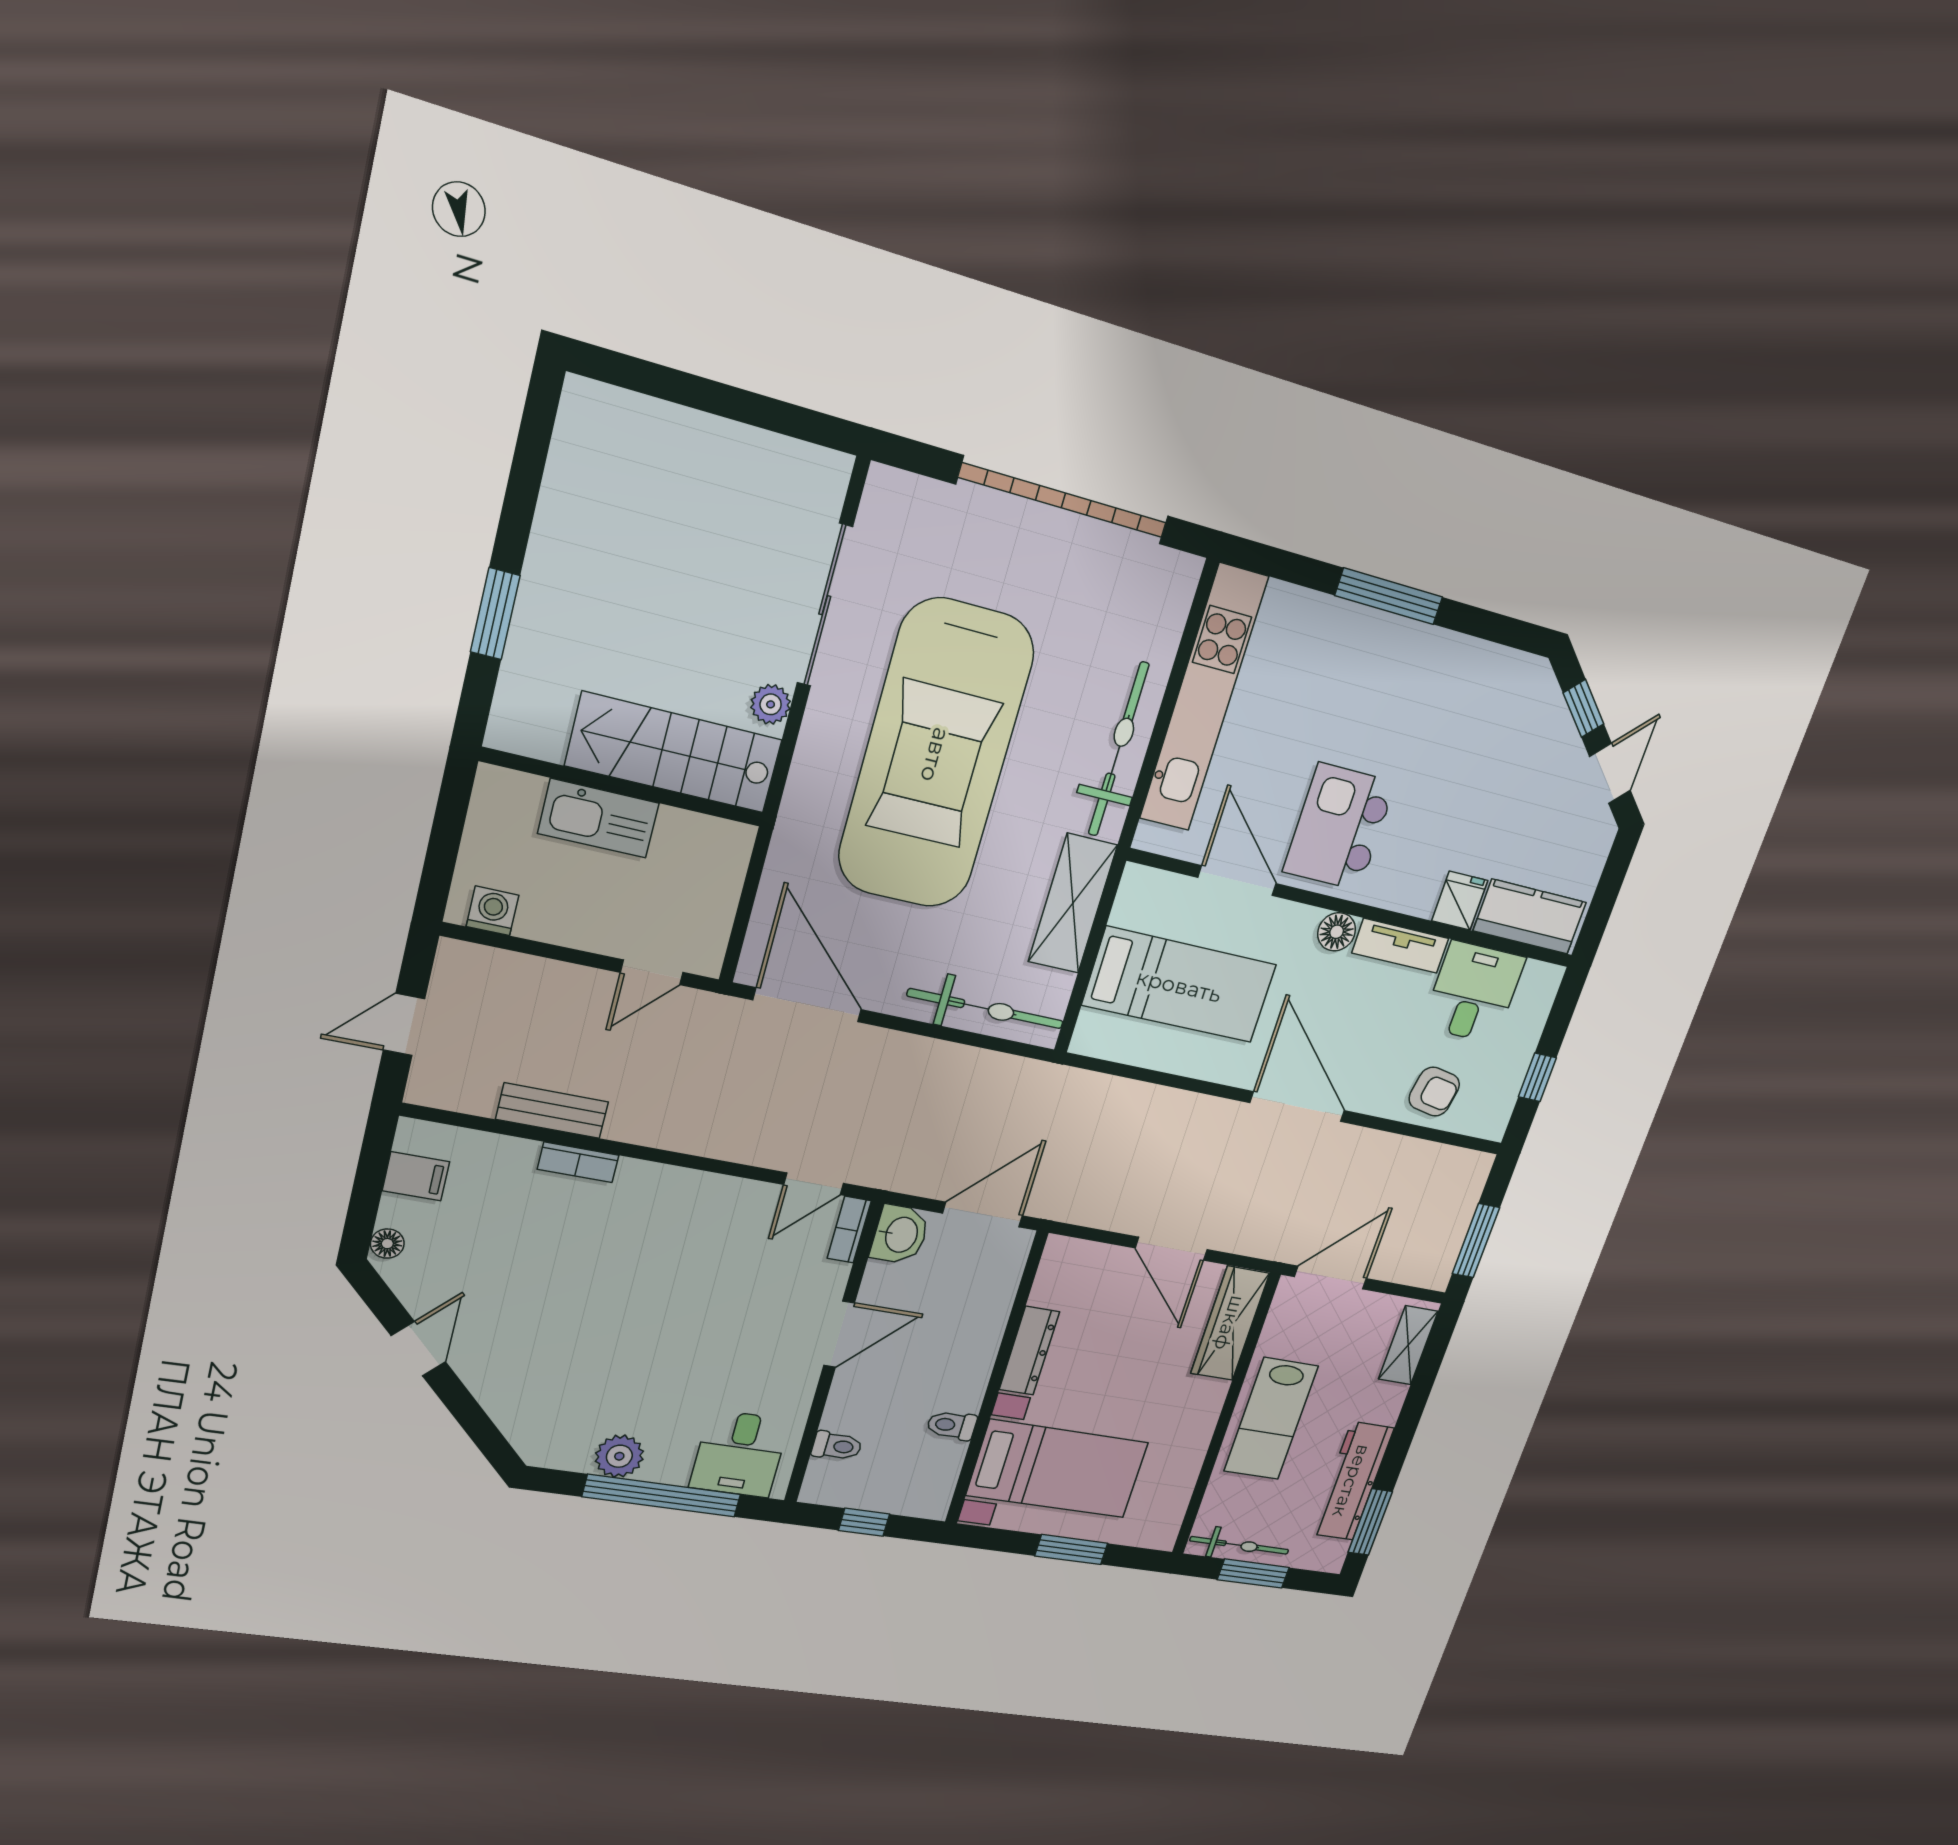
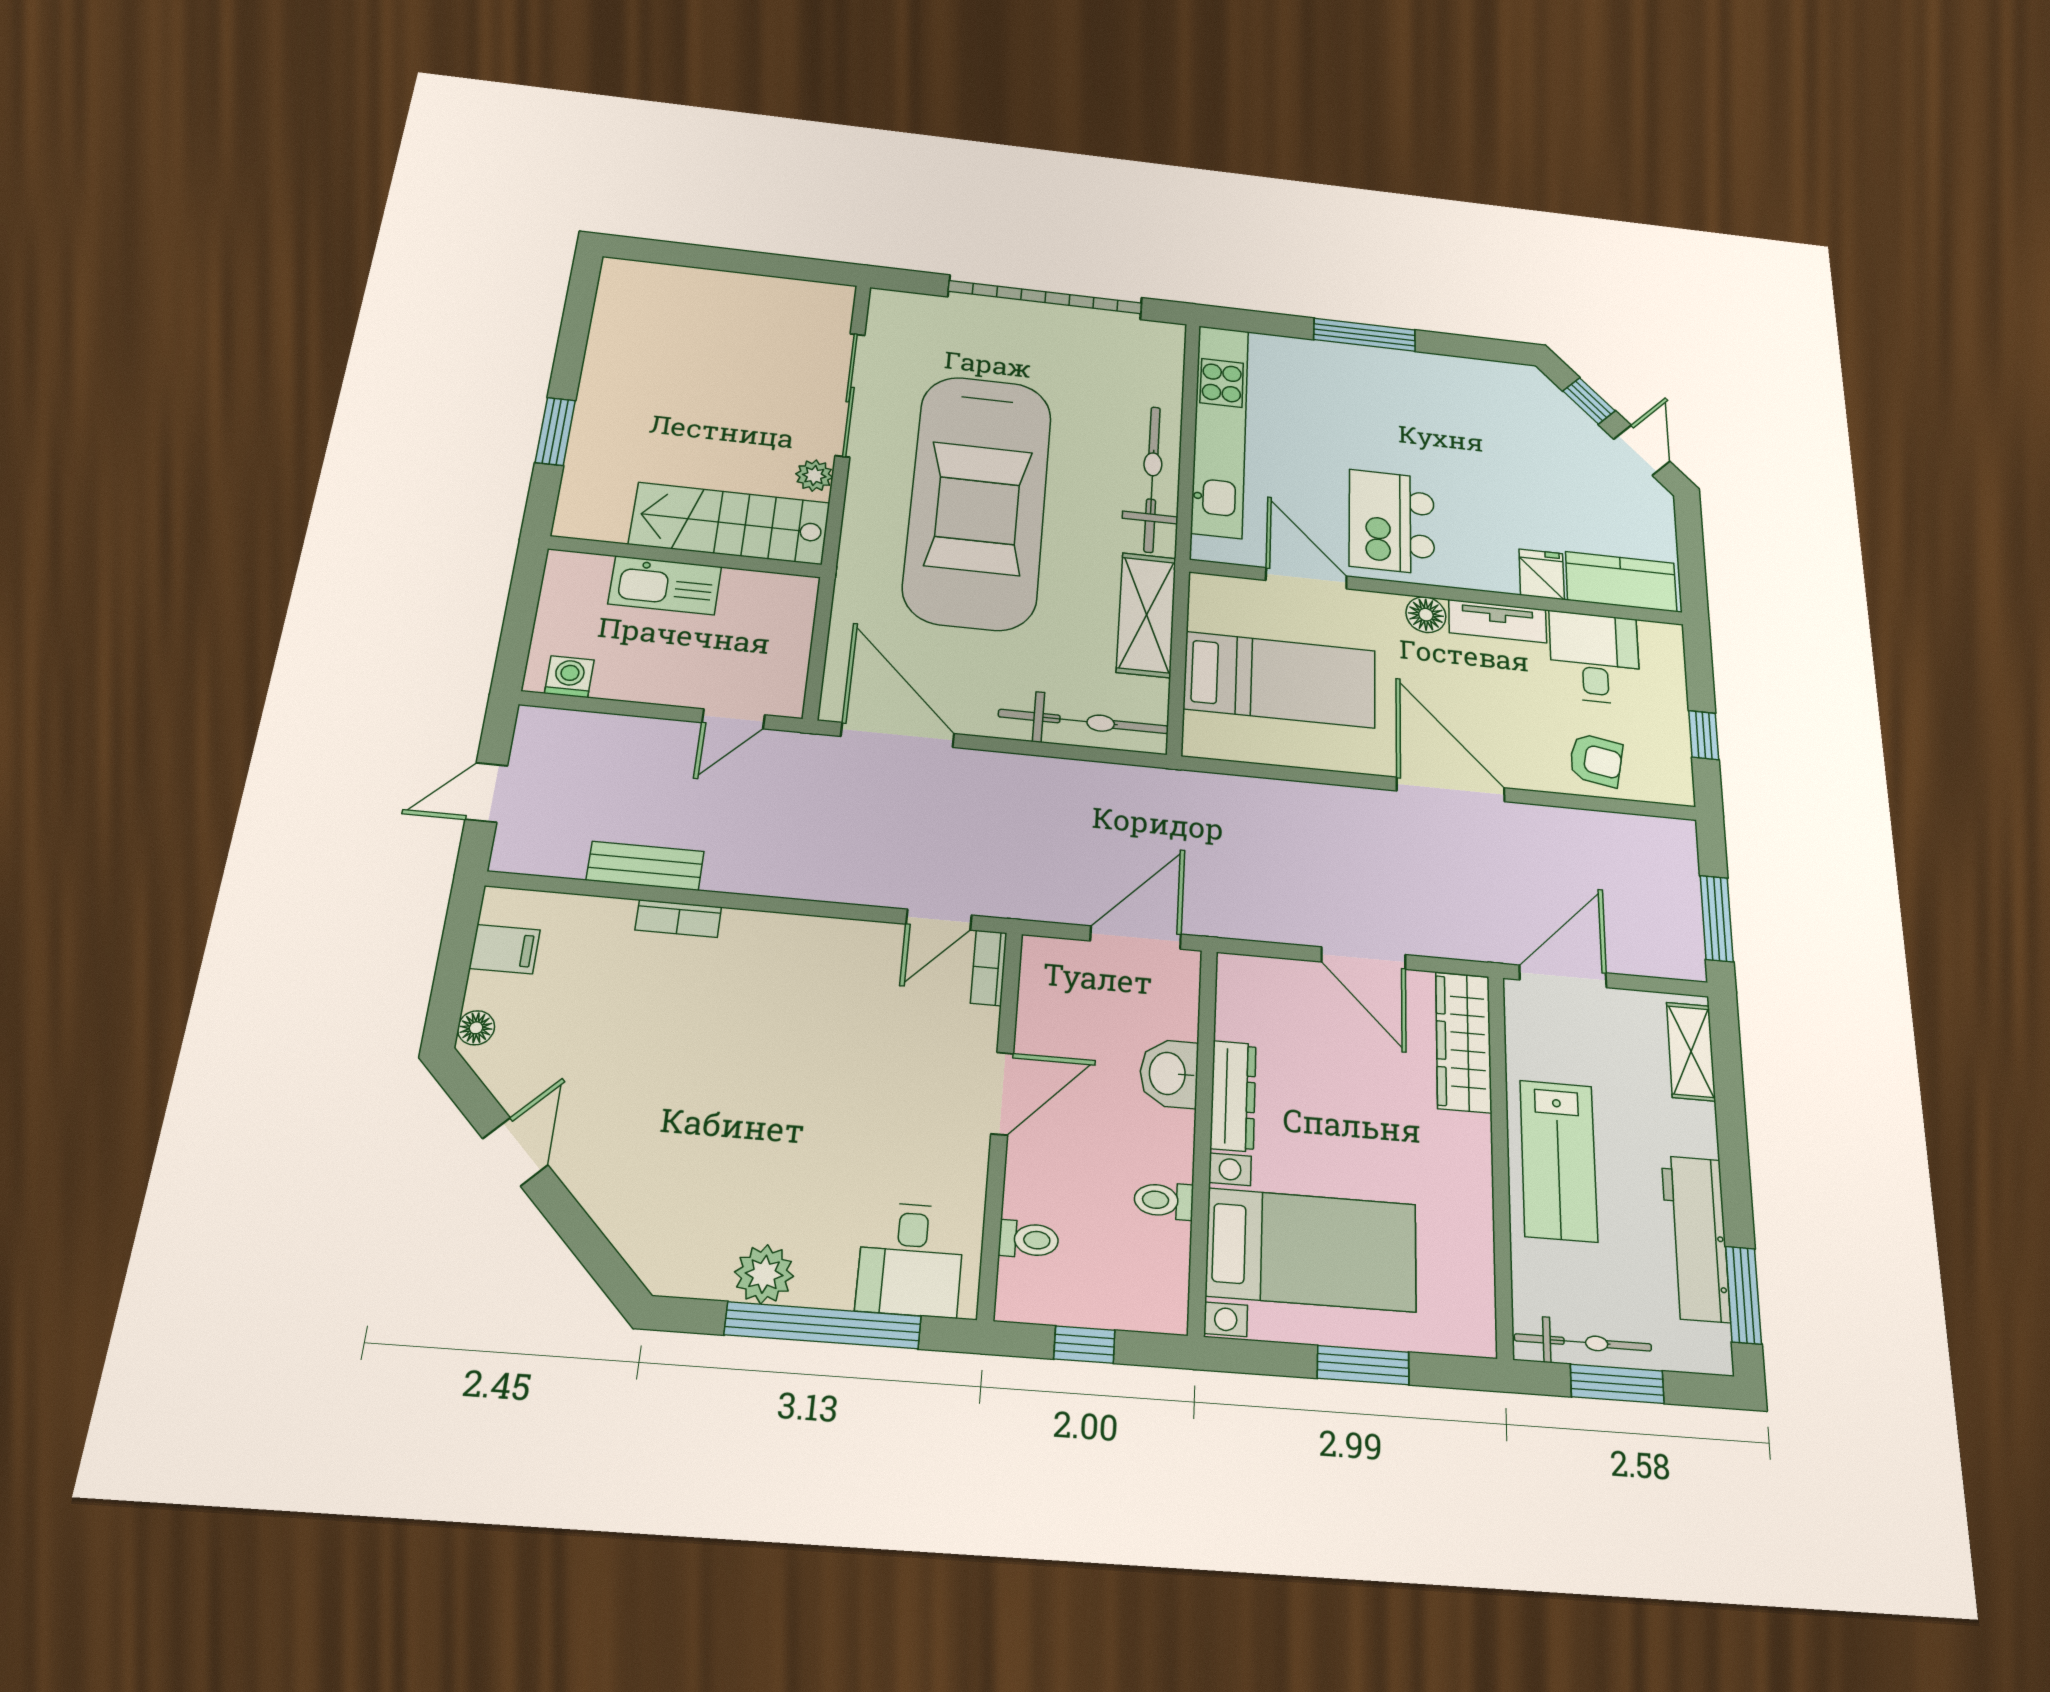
washbasin: (900, 1235) -> (1169, 1074), moved, turned 180

